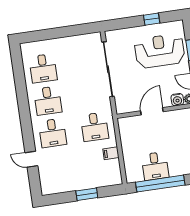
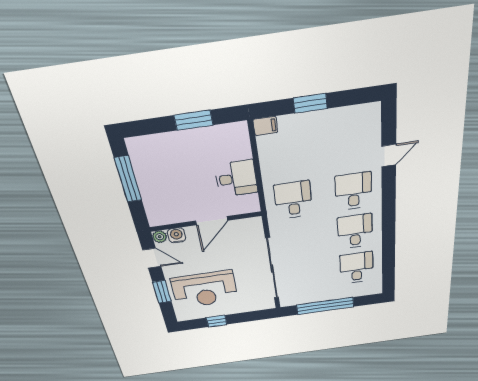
window: (64, 32) -> (325, 306), added
filing cabinet: (111, 153) -> (265, 126), moved
door: (31, 159) -> (389, 156), hinge flipped
desk: (155, 166) -> (236, 179), moved, turned 90
window: (160, 184) -> (194, 120), width x0.47

